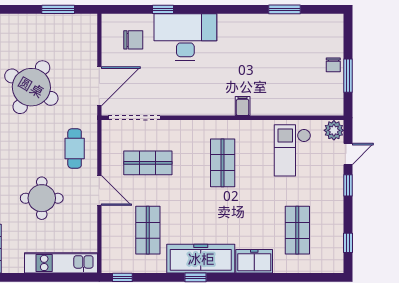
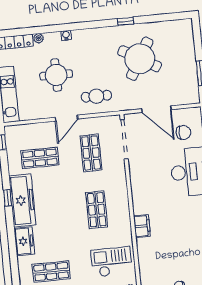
chair: (133, 40) -> (183, 133), turned -90
door: (99, 86) -> (156, 109), moved
filing cabinet: (243, 106) -> (142, 226), width x2.00
shop shelf: (223, 163) -> (97, 210), turned 90

